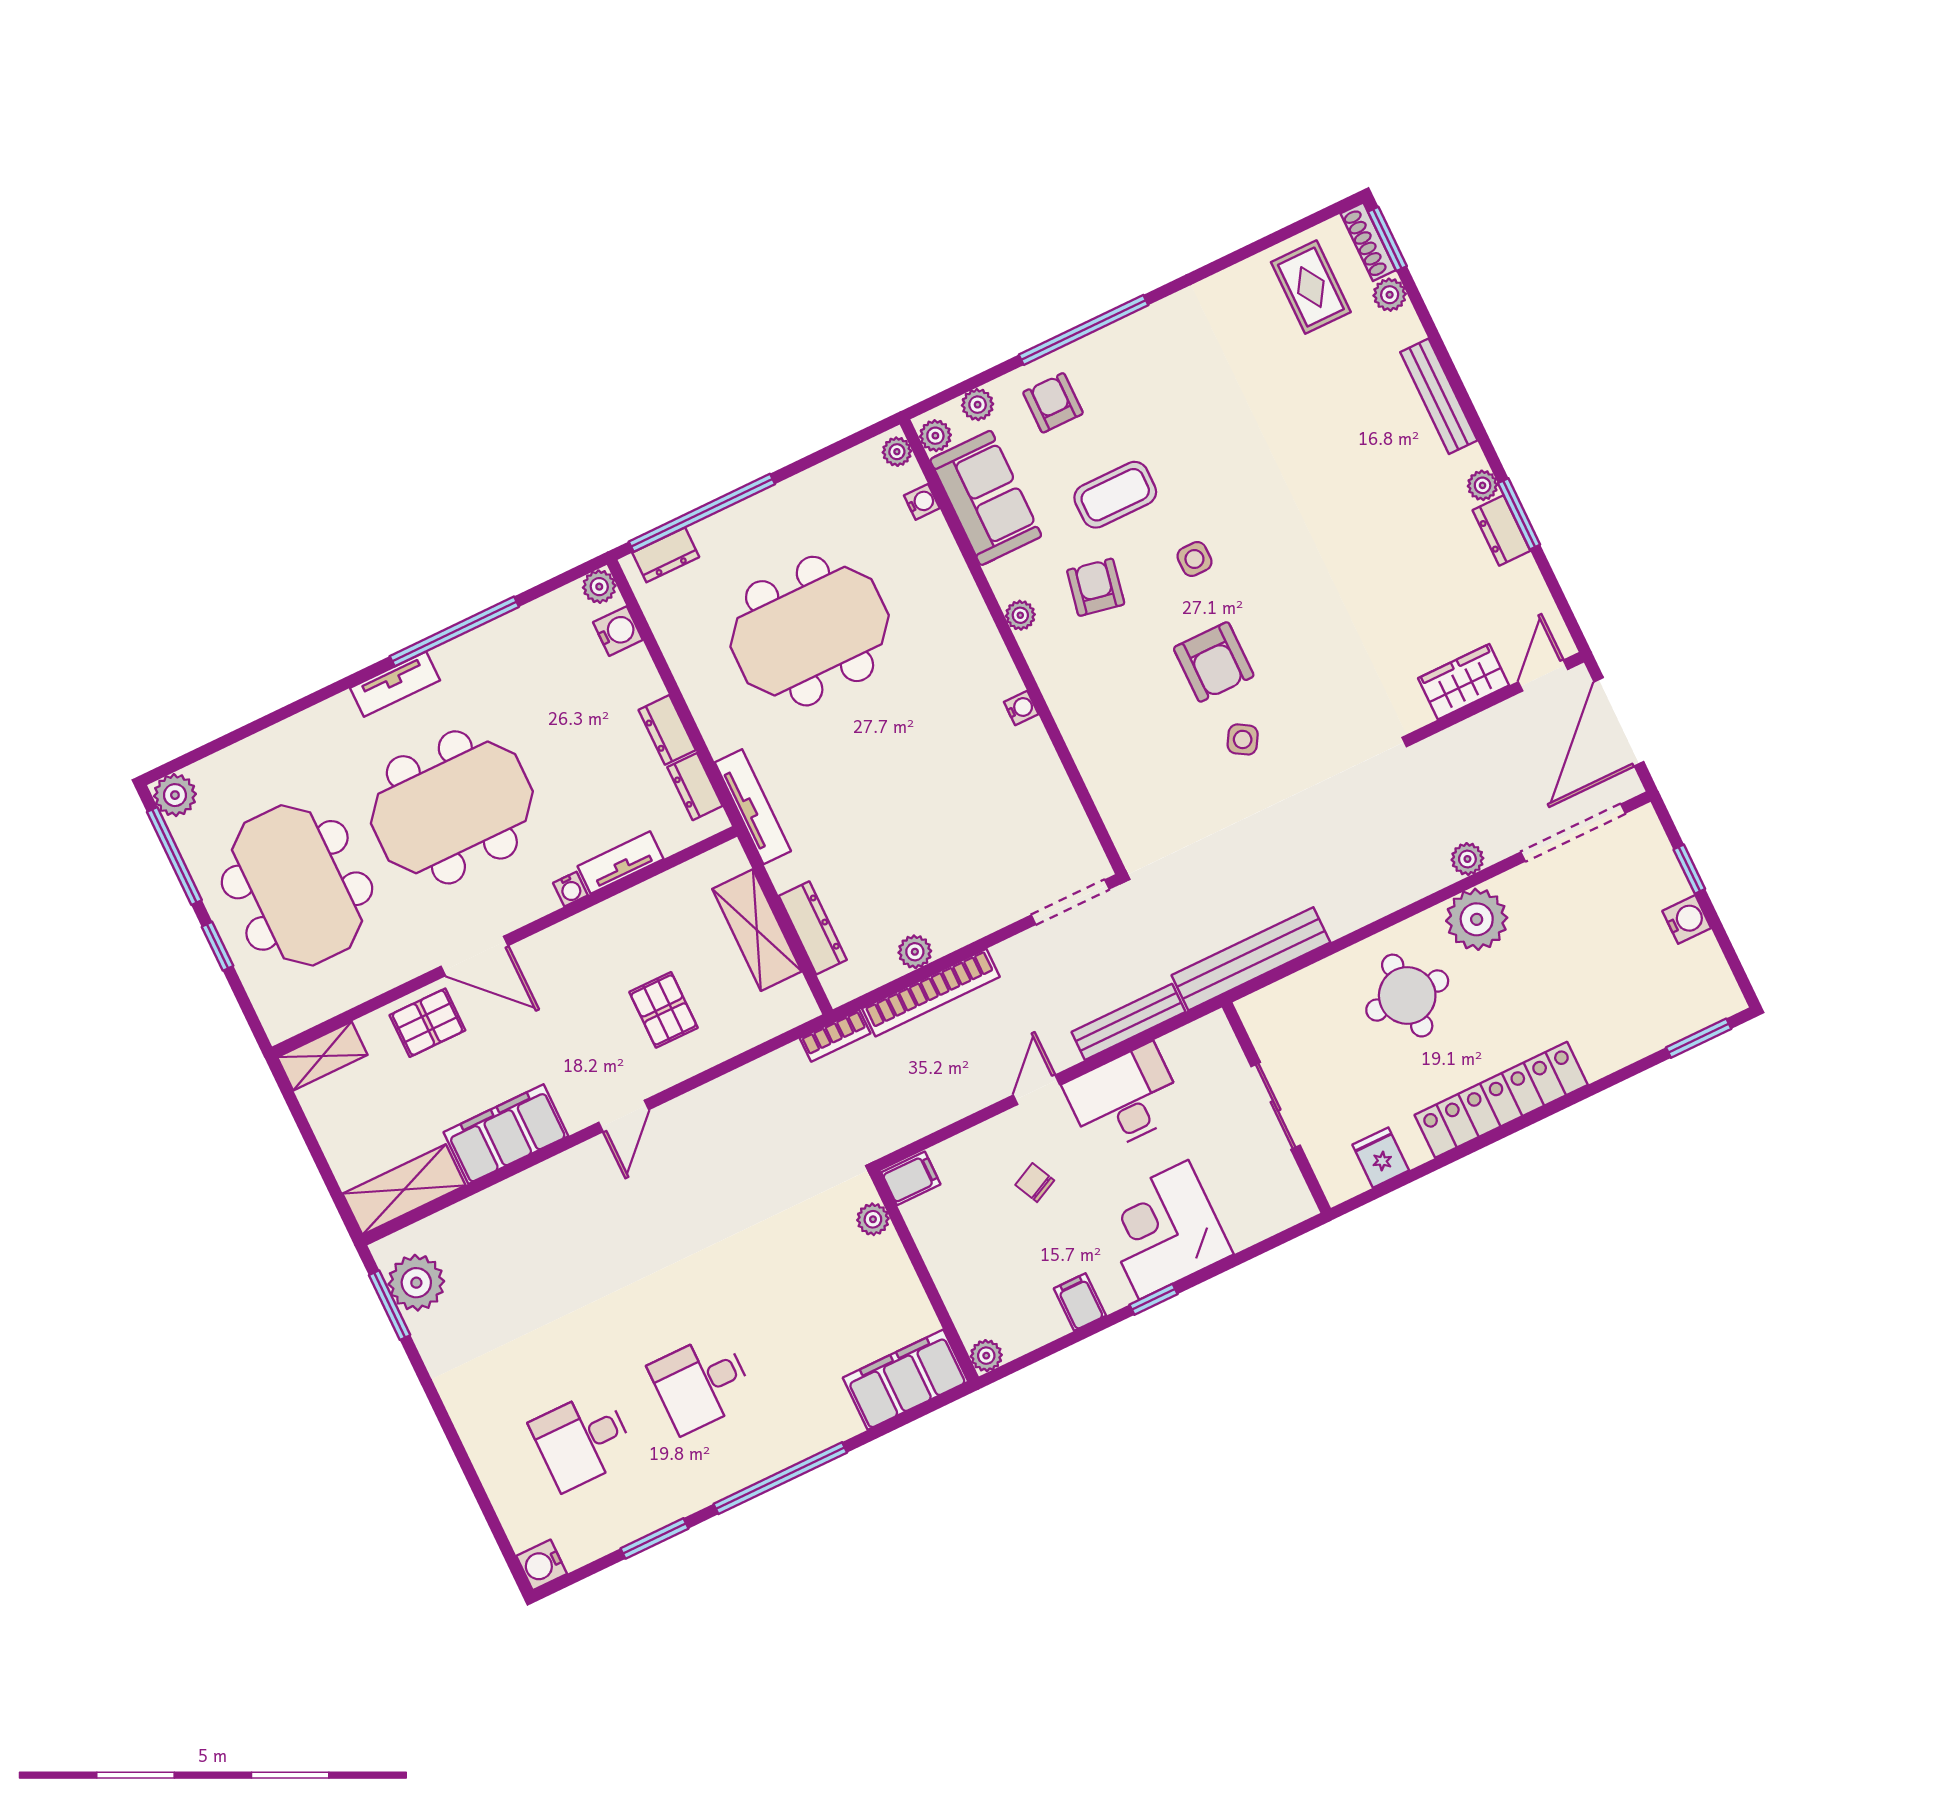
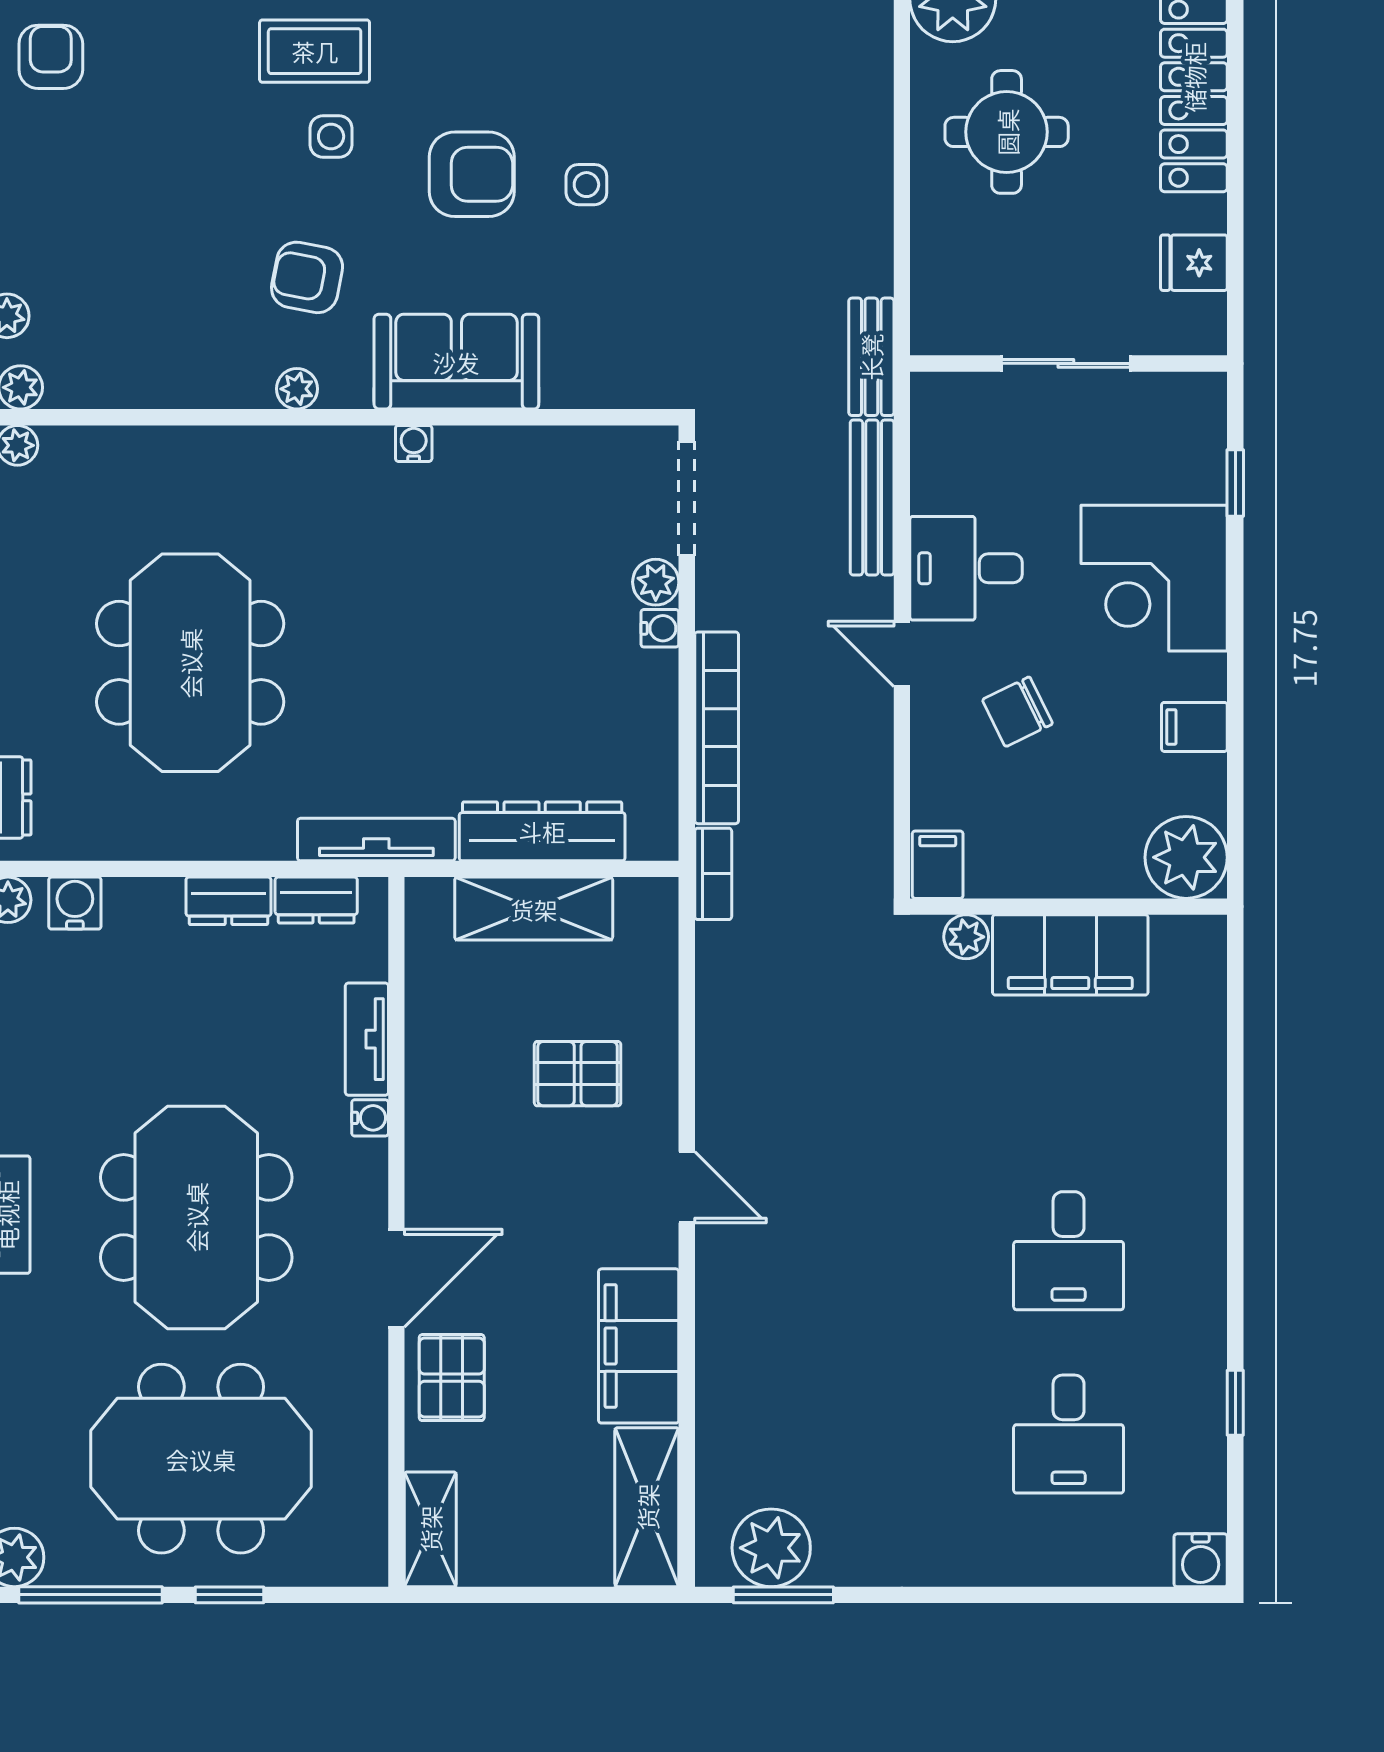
armchair: (1053, 403) -> (51, 57), moved, turned 90
coffee table: (1115, 495) -> (315, 51), moved, turned 90
sofa: (986, 498) -> (456, 362), moved
water cooler: (922, 502) -> (660, 628), moved, turned 90
side table: (1243, 739) -> (586, 185), turned -31
dresser: (813, 928) -> (542, 831), width x1.37, depth x1.24
plant: (915, 952) -> (656, 582), moved
bench: (1251, 959) -> (871, 357), width x0.54, depth x0.82
desk: (1124, 1099) -> (966, 568), width x0.73
chair: (1035, 1183) -> (1017, 712), width x1.37, depth x1.37
window: (1153, 1299) -> (1235, 483), moved
plant: (986, 1356) -> (1186, 857), width x1.88, depth x1.88
filing cabinet: (906, 1380) -> (1070, 955), moved, turned -90
window: (780, 1478) -> (1235, 1209), removed
window: (654, 1538) -> (1235, 1403), width x0.67

